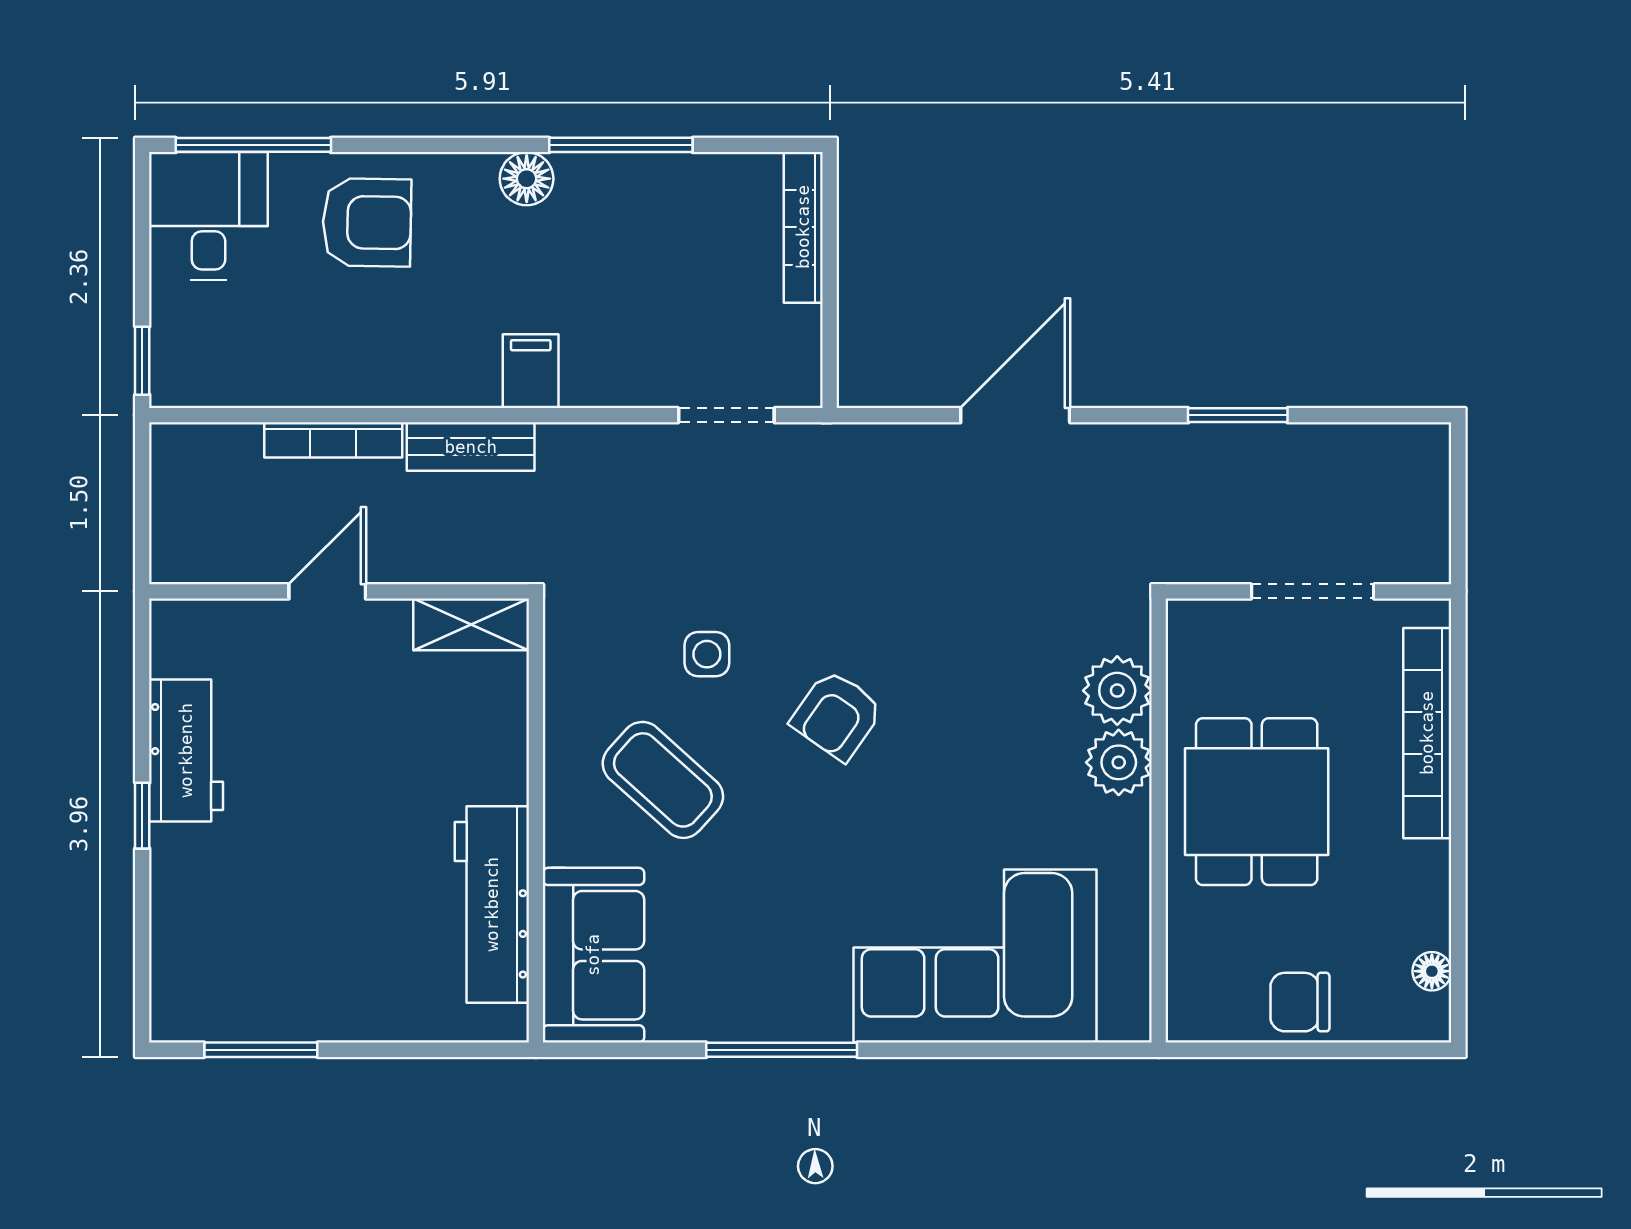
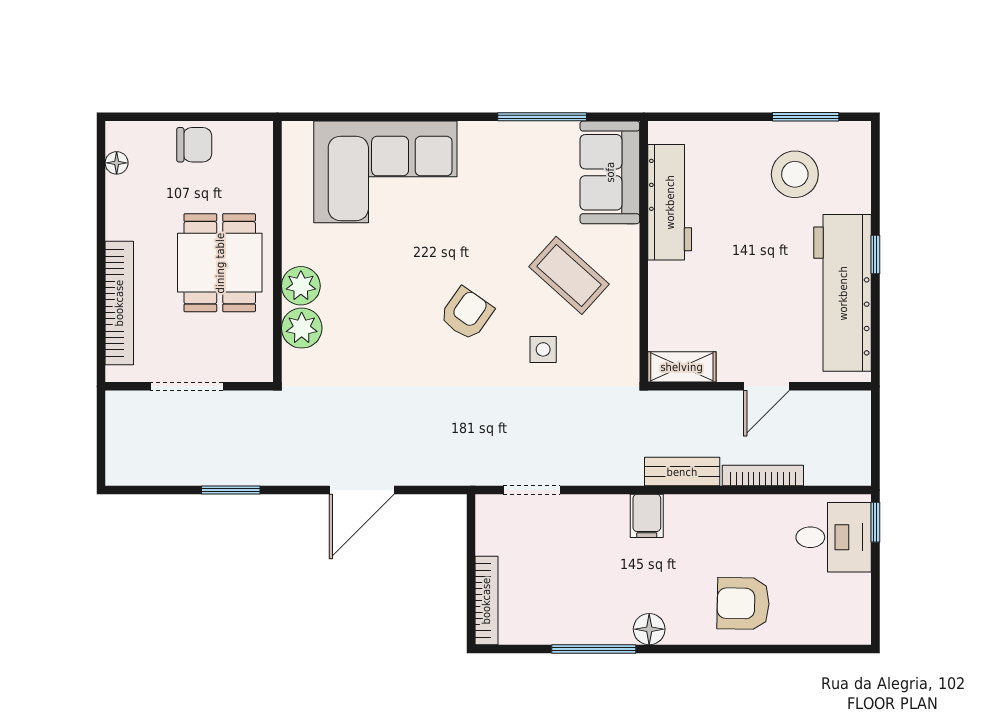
window: (253, 145) -> (810, 649), removed
desk: (208, 216) -> (834, 537), moved, turned -90
workbench: (186, 750) -> (843, 293), width x1.88, depth x1.32
stool: (279, 952) -> (795, 174), added
window: (782, 1050) -> (542, 117), moved

